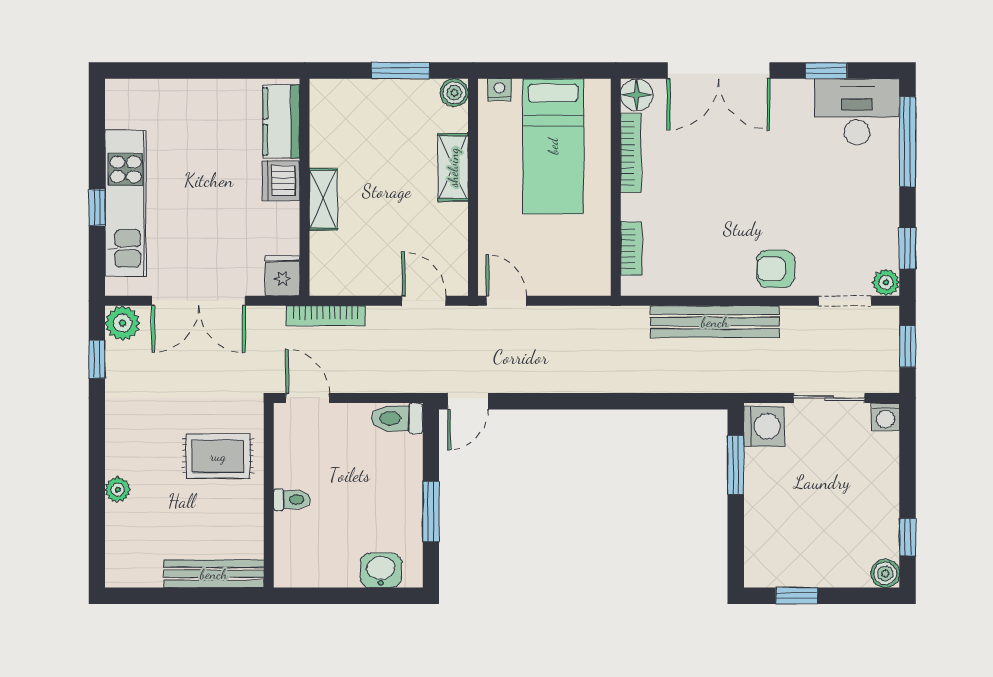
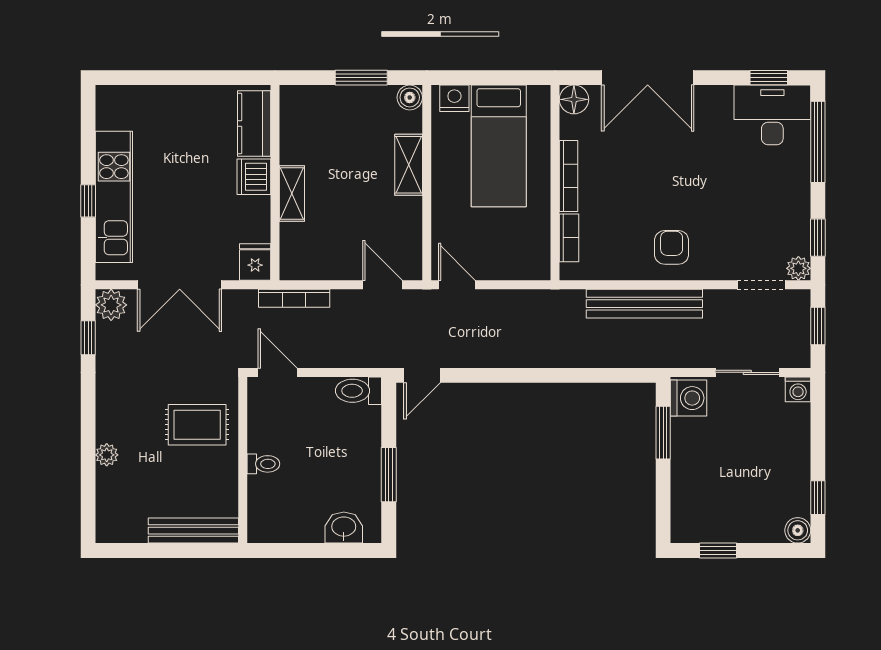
window: (826, 71) -> (769, 78), moved
nightstand: (499, 90) -> (454, 98), width x1.39, depth x1.35
bookcase: (631, 153) -> (569, 176), moved
armchair: (776, 269) -> (672, 247), moved, turned 90

